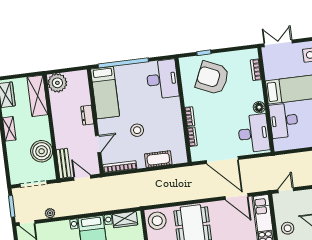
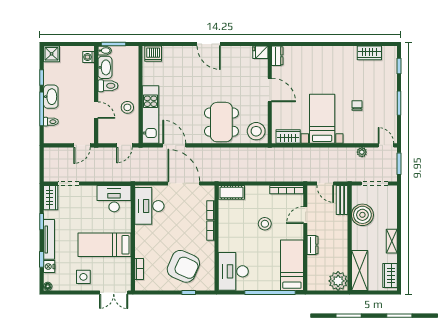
floor lamp: (259, 107) -> (141, 231), removed
desk: (284, 120) -> (114, 199), moved, turned -90
cot: (158, 159) -> (231, 192), moved

